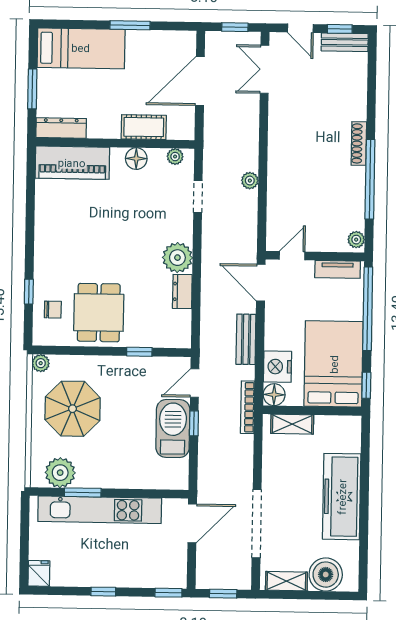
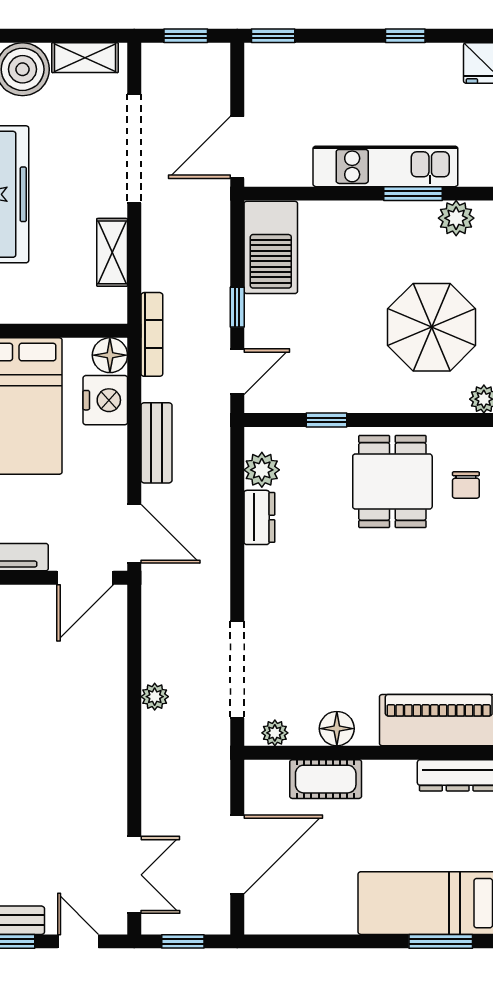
window: (130, 25) -> (441, 941), moved
doorway: (198, 197) -> (237, 670), width x1.87
door: (292, 256) -> (85, 578), width x1.38
plant: (177, 258) -> (262, 470), moved, width x0.73, depth x0.73
chair: (53, 310) -> (466, 485), turned -90
shelving: (292, 424) -> (112, 252), moved, turned 90
barbecue: (173, 428) -> (271, 247), moved
plant: (60, 473) -> (456, 218), width x0.73, depth x0.73
kitchen unit: (100, 510) -> (385, 166), width x0.73
window: (103, 592) -> (405, 36), moved

